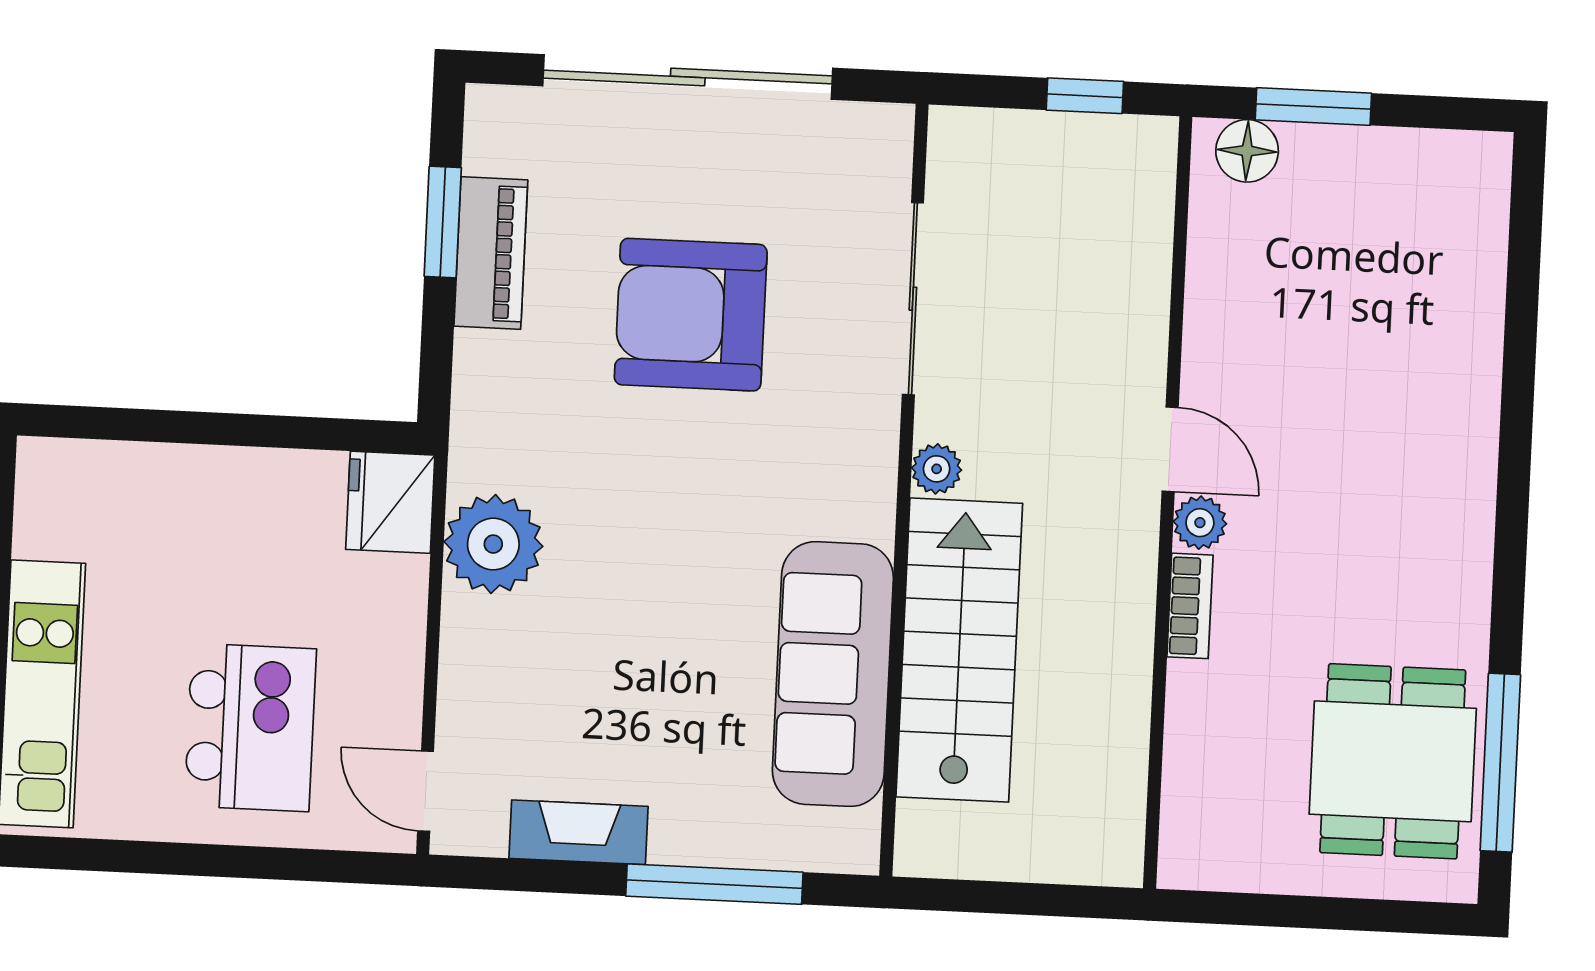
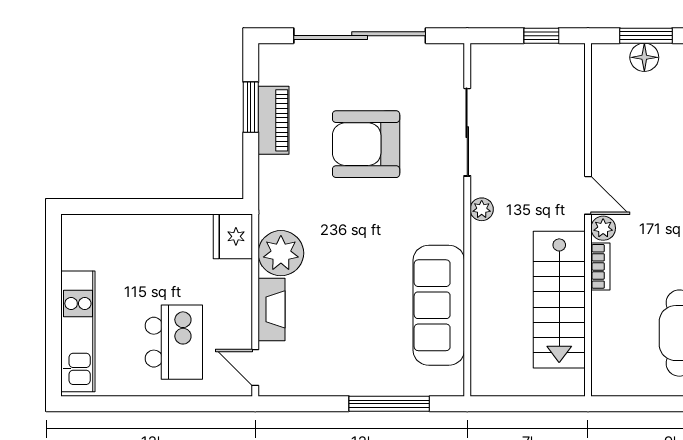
floor lamp: (1247, 151) -> (644, 57), moved
stairs: (959, 650) -> (559, 300), moved, turned 180
fireplace: (579, 832) -> (272, 309), moved, turned 90

